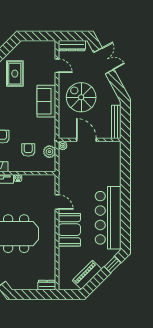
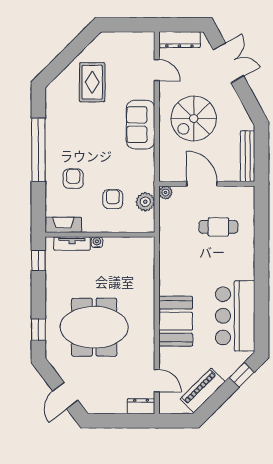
spiral stairs: (81, 97) -> (194, 118), turned -90
cafe table: (97, 168) -> (218, 227), added
door: (57, 202) -> (157, 381), moved
bar counter: (108, 218) -> (235, 316), width x0.73

